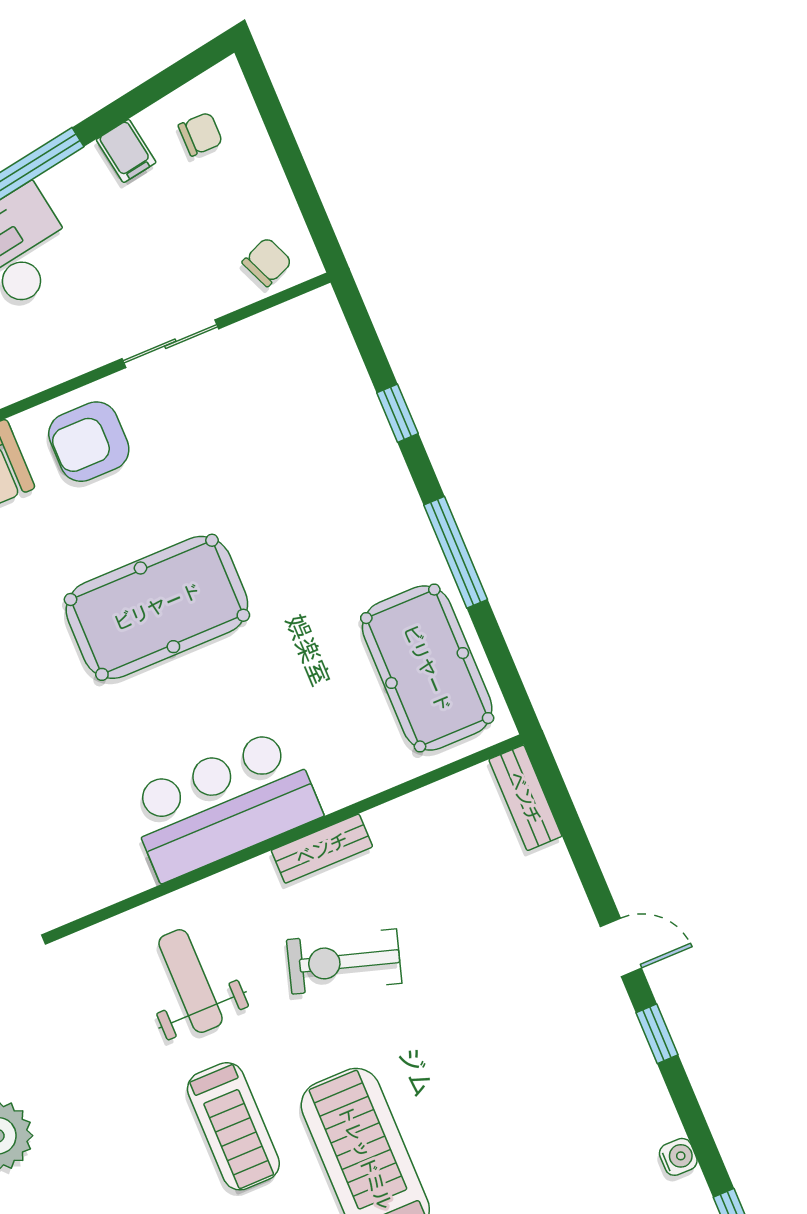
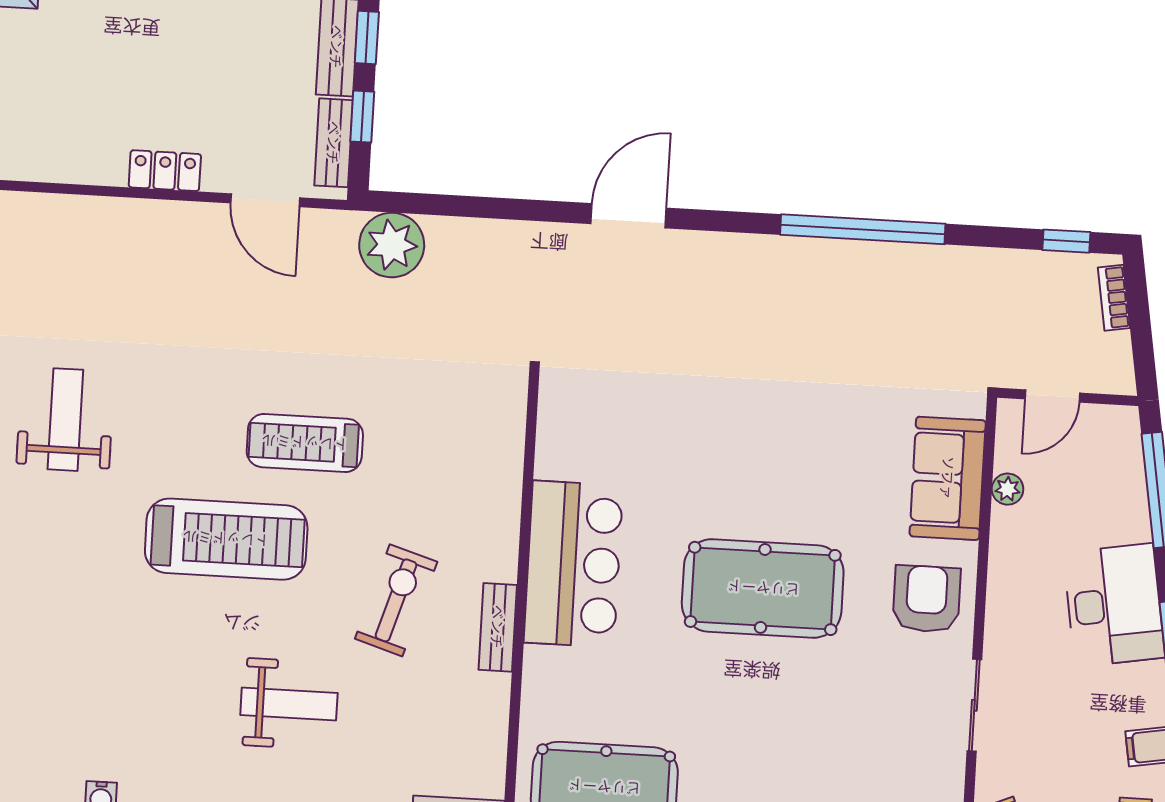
pool table: (157, 607) -> (763, 588), turned 90
weight bench: (191, 981) -> (289, 704), moved

